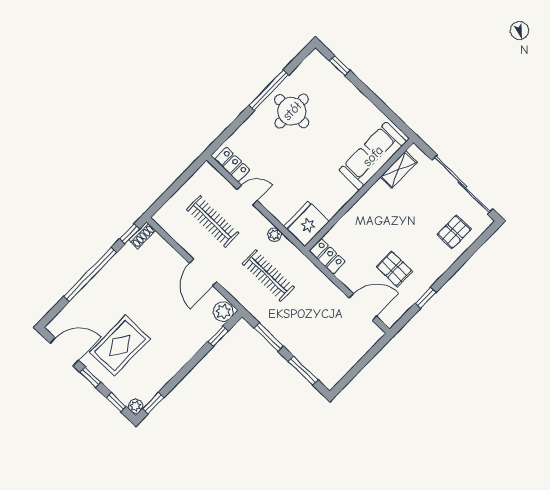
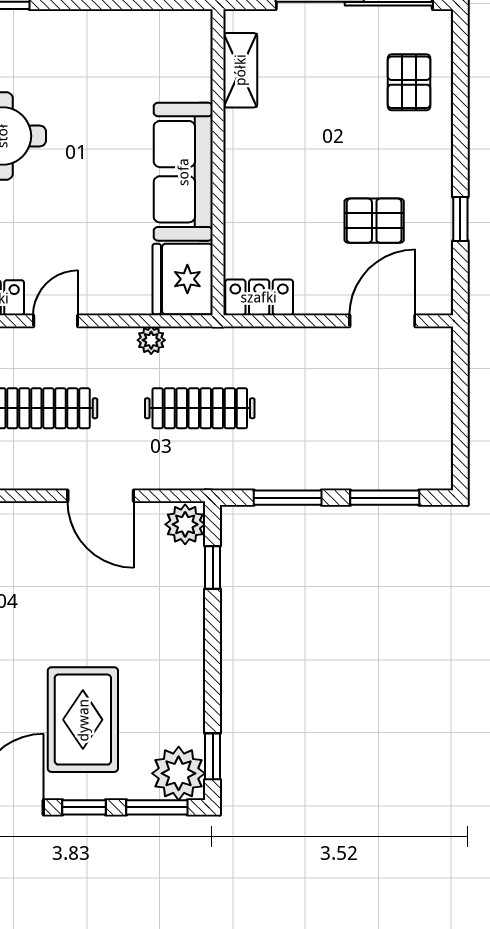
sofa: (373, 156) -> (183, 172), moved
window: (116, 402) -> (157, 807), width x1.50
plant: (136, 406) -> (179, 773), width x1.88, depth x1.88

